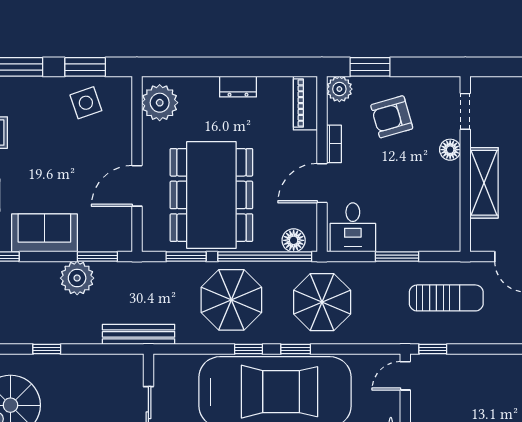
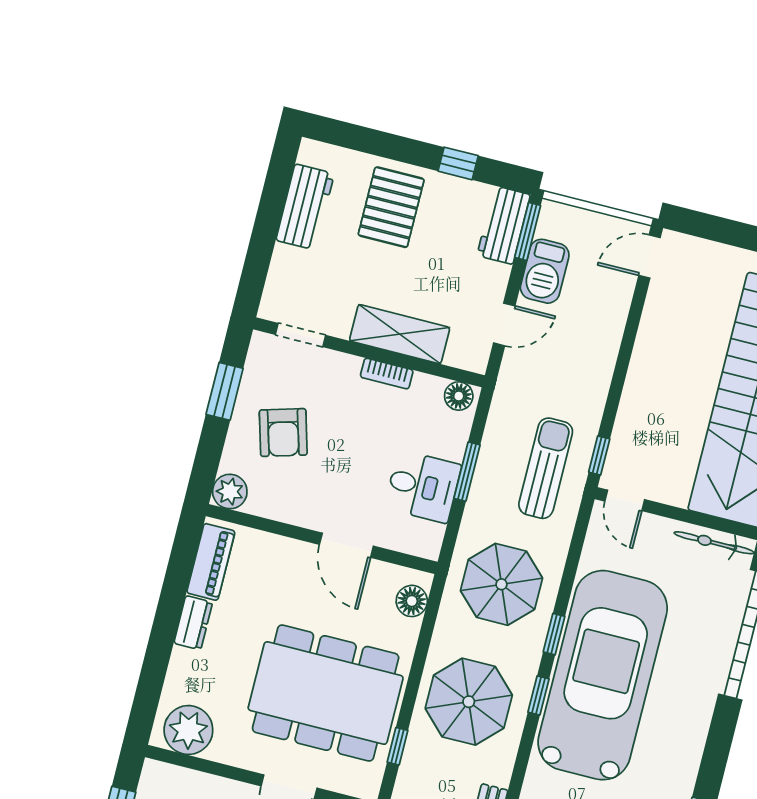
window: (370, 67) -> (225, 391), moved
piano: (305, 103) -> (211, 562), moved, turned -90
bookcase: (334, 144) -> (387, 374), moved, turned 180
floor lamp: (450, 150) -> (459, 396), moved
desk: (353, 227) -> (423, 486), moved
window: (186, 257) -> (397, 746), width x0.67
window: (265, 257) -> (423, 644), removed
sun lounger: (446, 298) -> (546, 468), moved

